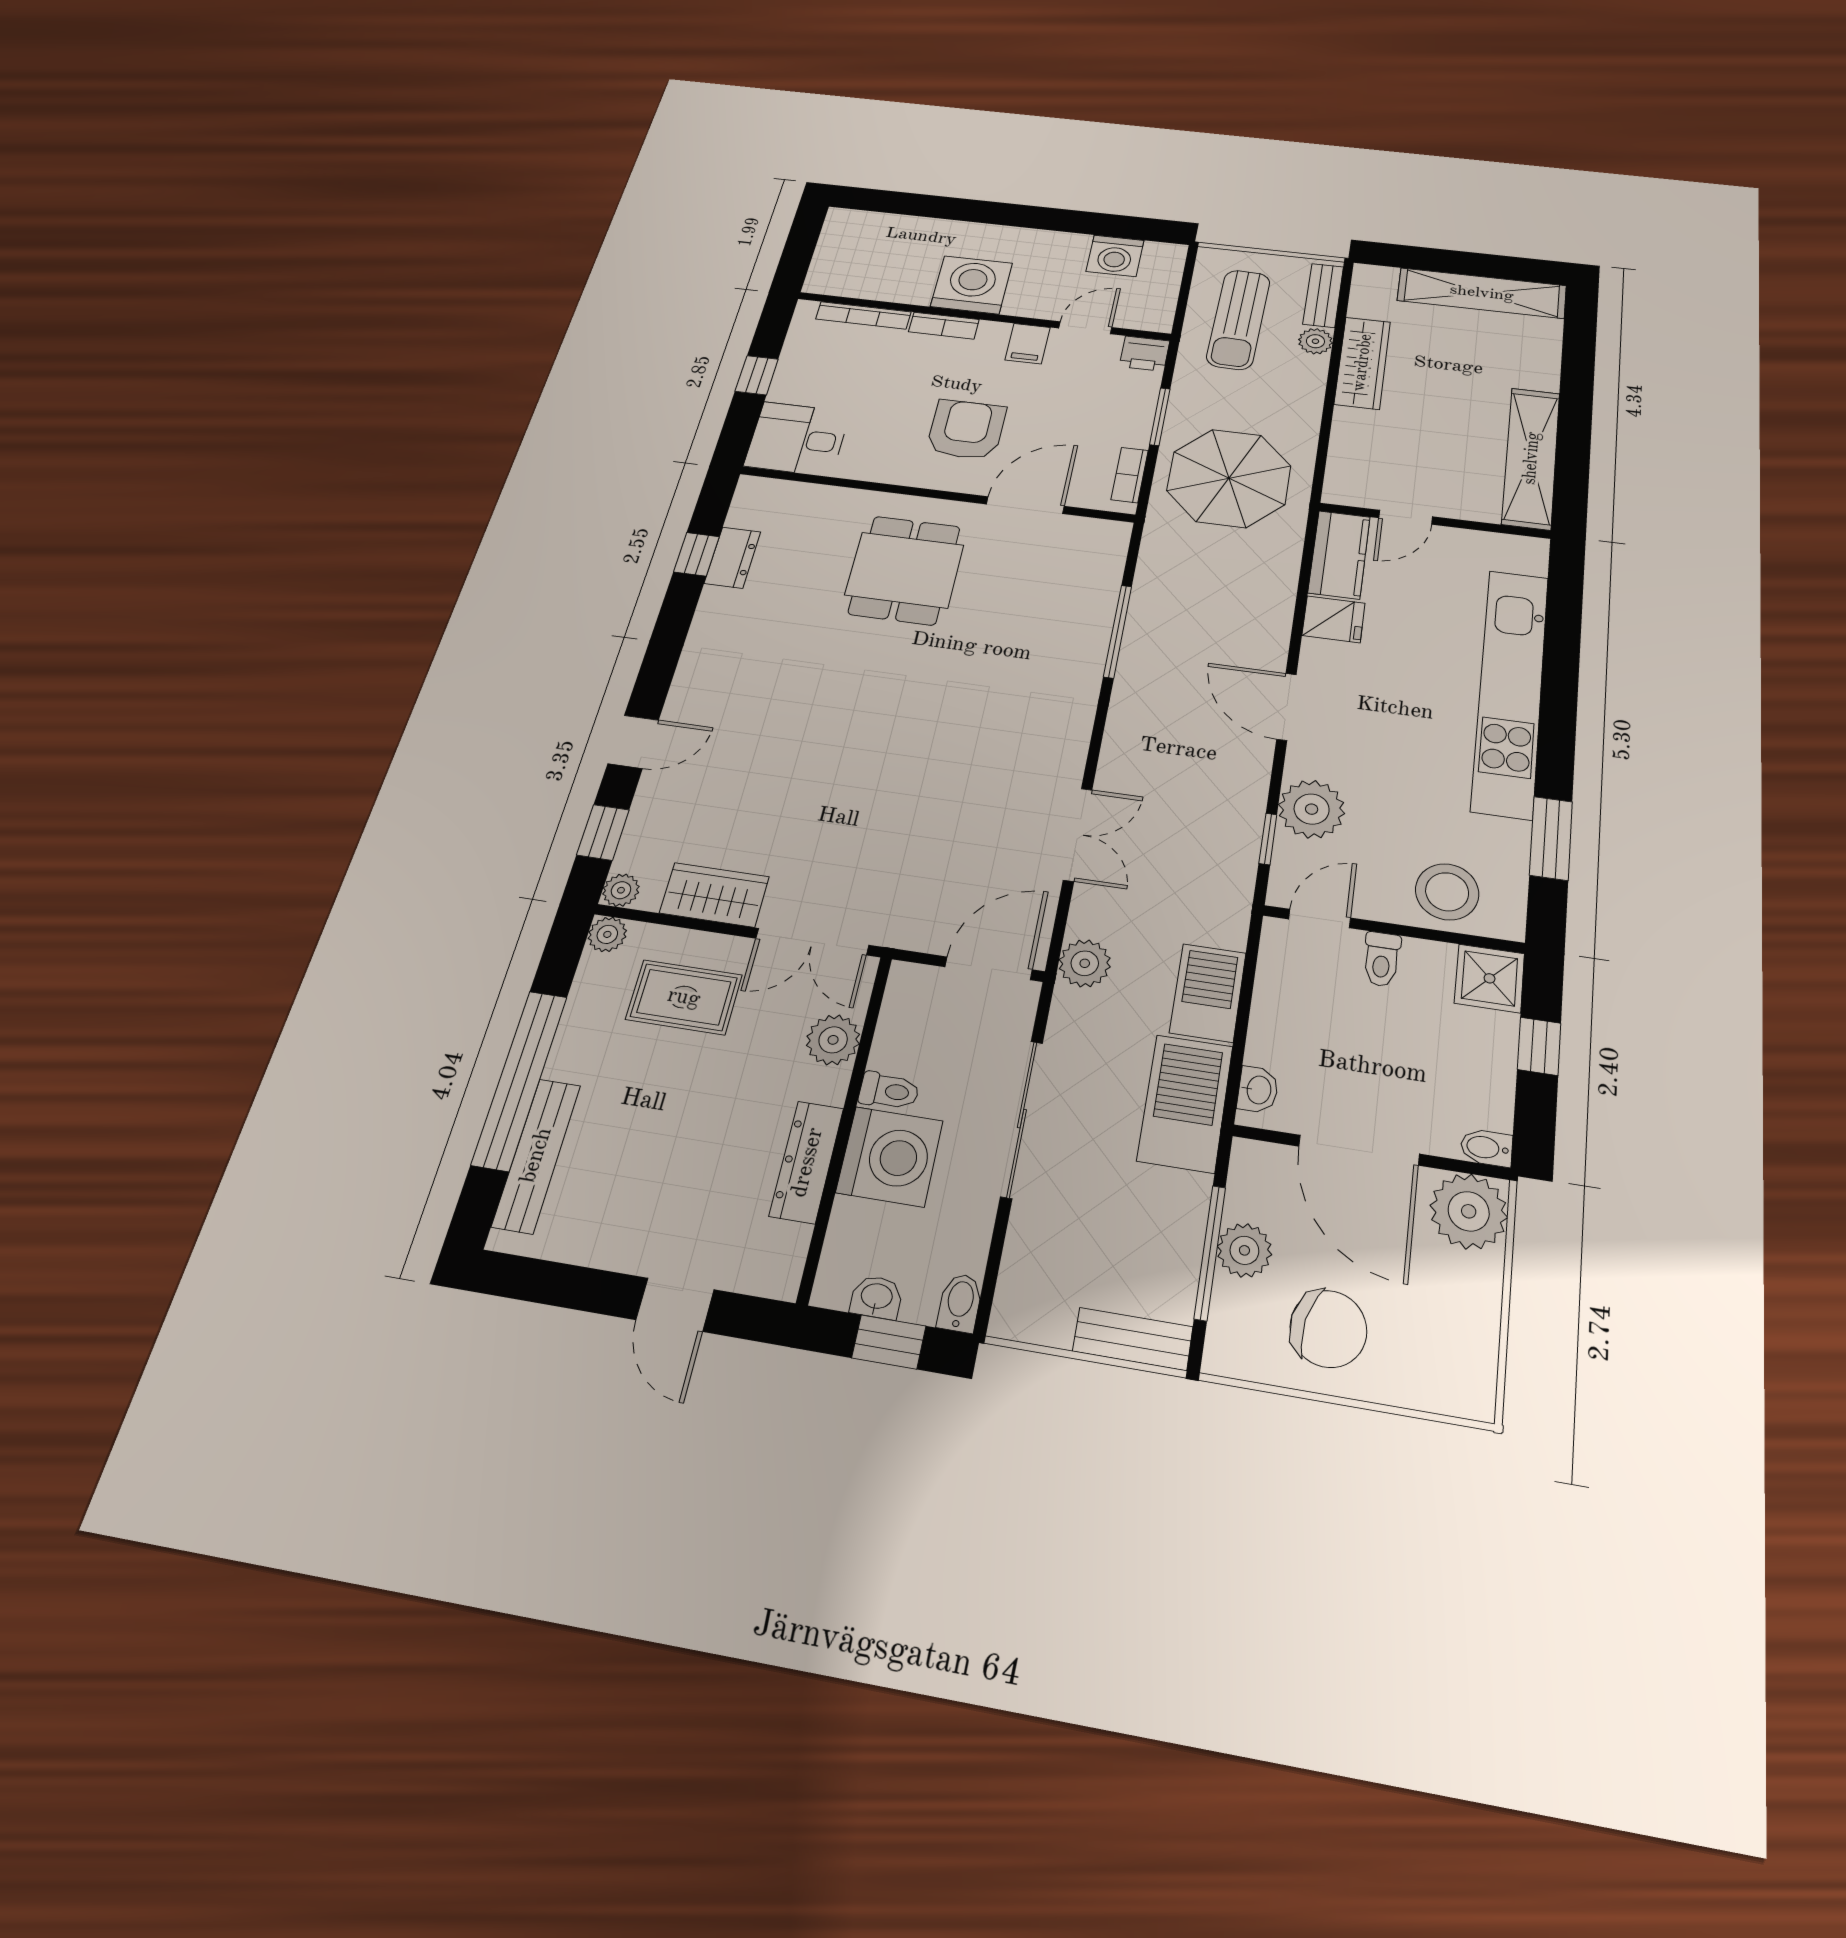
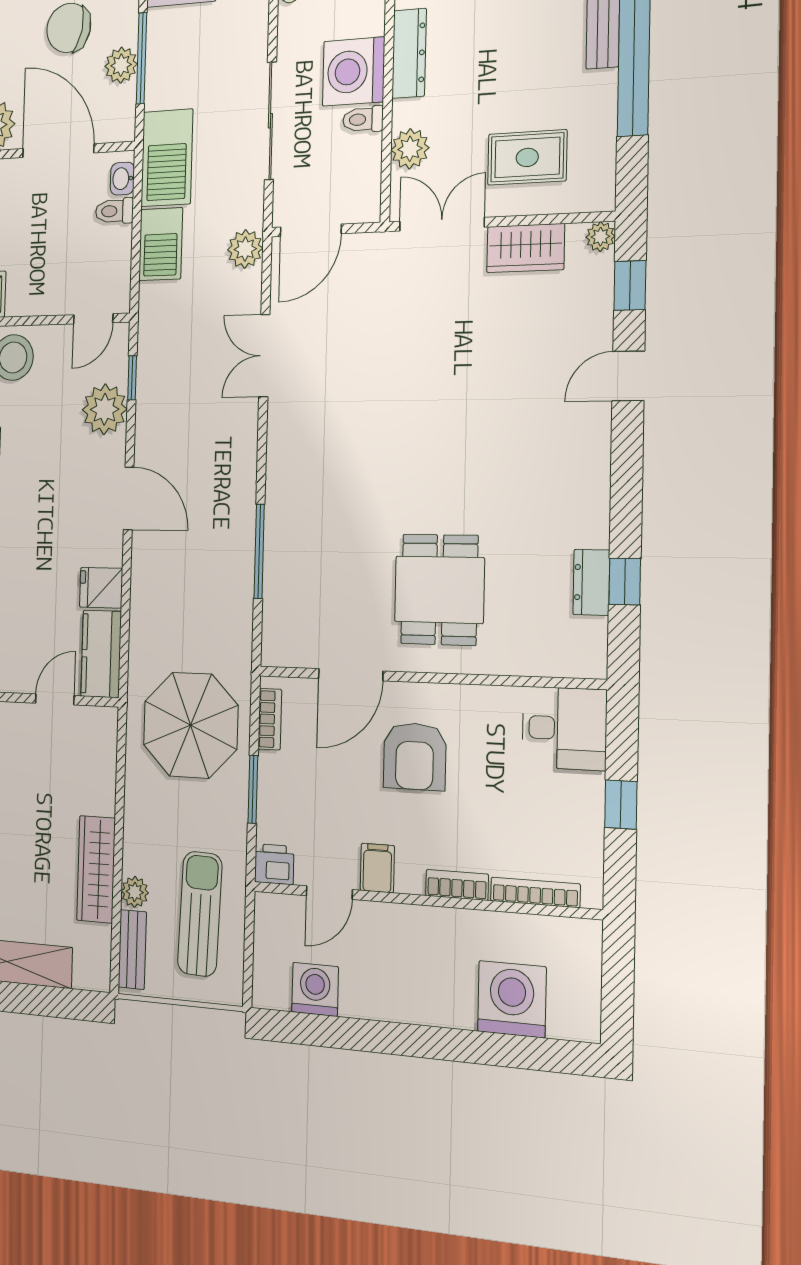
washing machine: (972, 285) -> (512, 999), moved, turned 180
plant: (607, 934) -> (601, 196), removed
toilet: (1382, 959) -> (114, 211), moved, turned -90

